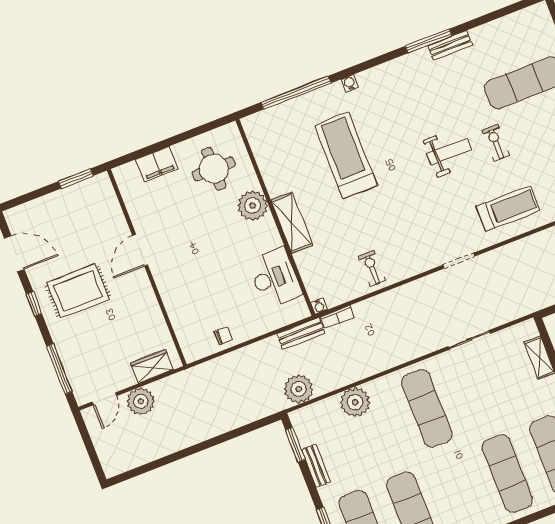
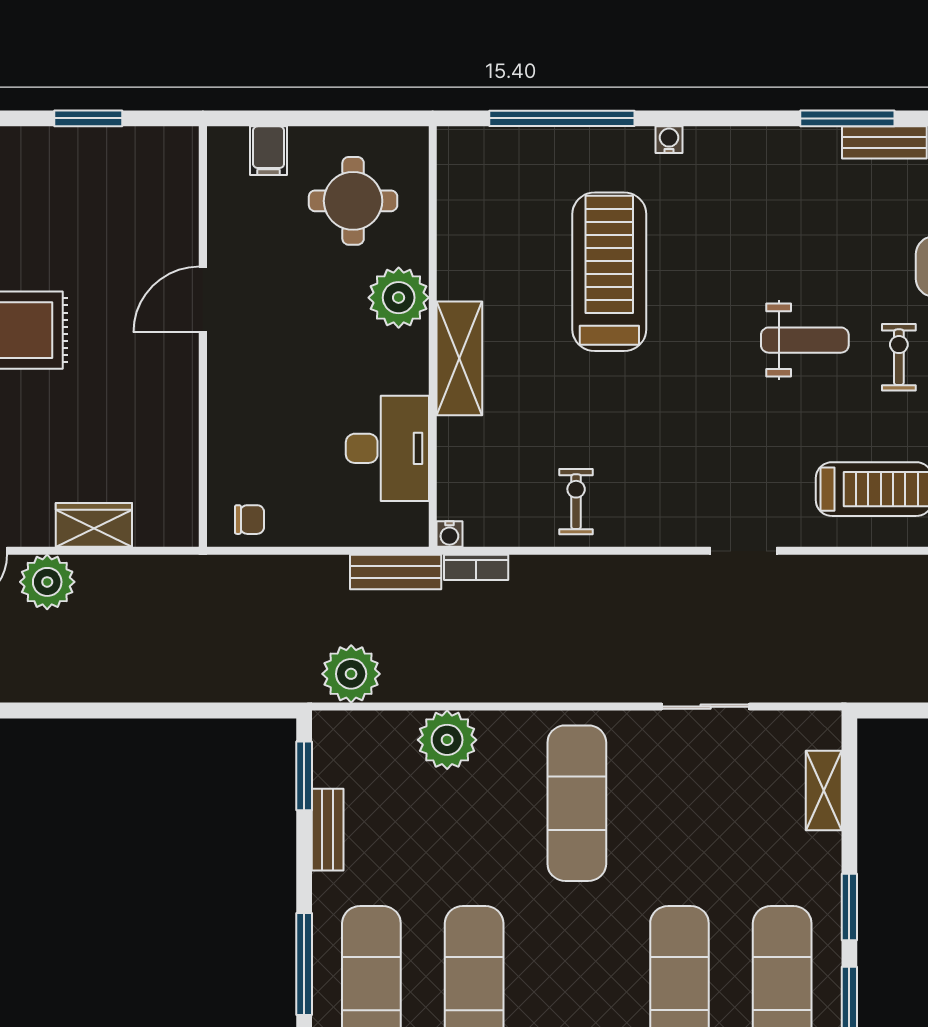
filing cabinet: (157, 164) -> (269, 151), width x0.50
door: (140, 250) -> (203, 300), moved
wall: (147, 268) -> (203, 337), moved

